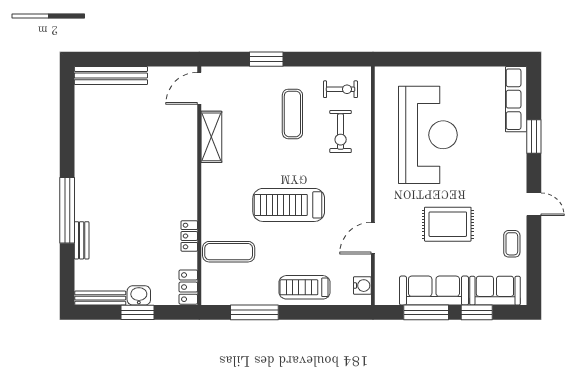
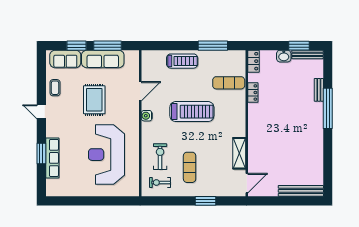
row of seats: (516, 99) -> (52, 158), moved
rug: (448, 224) -> (94, 100), turned 90
water cooler: (362, 286) -> (147, 116), moved
window: (137, 312) -> (299, 46), moved

